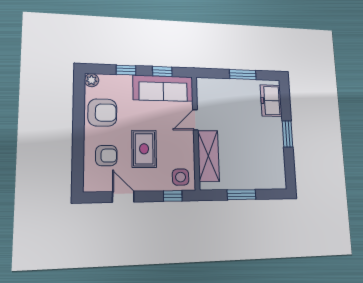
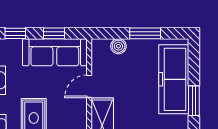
boiler: (220, 85) -> (118, 46), added
freezer: (271, 101) -> (174, 79), width x1.91, depth x1.26

